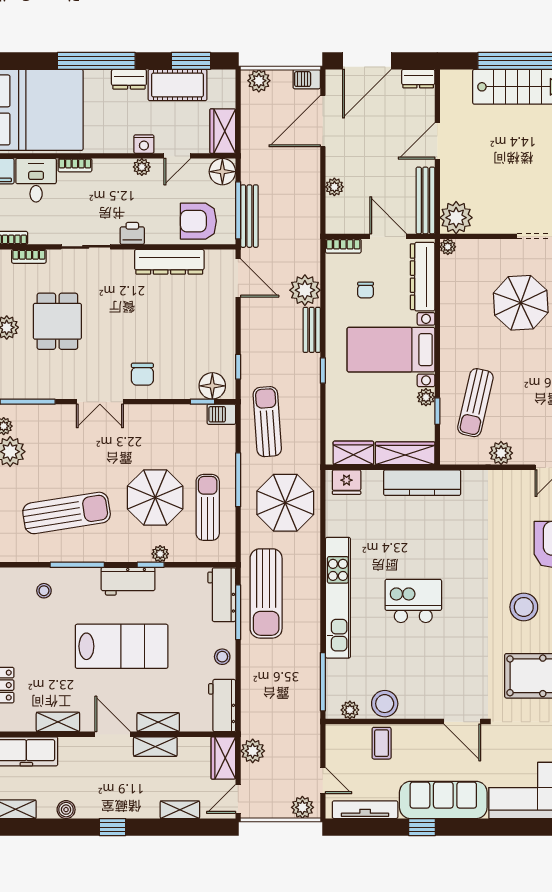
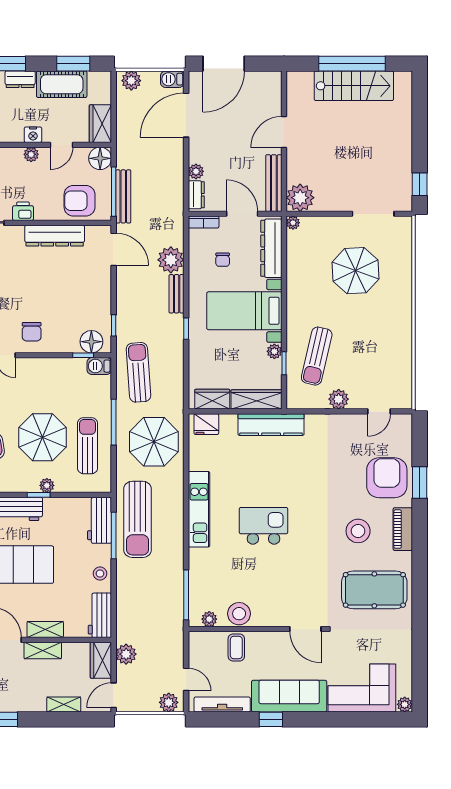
dresser: (418, 79) -> (196, 195), moved, turned -90
kitchen unit: (338, 598) -> (199, 509), width x0.73

